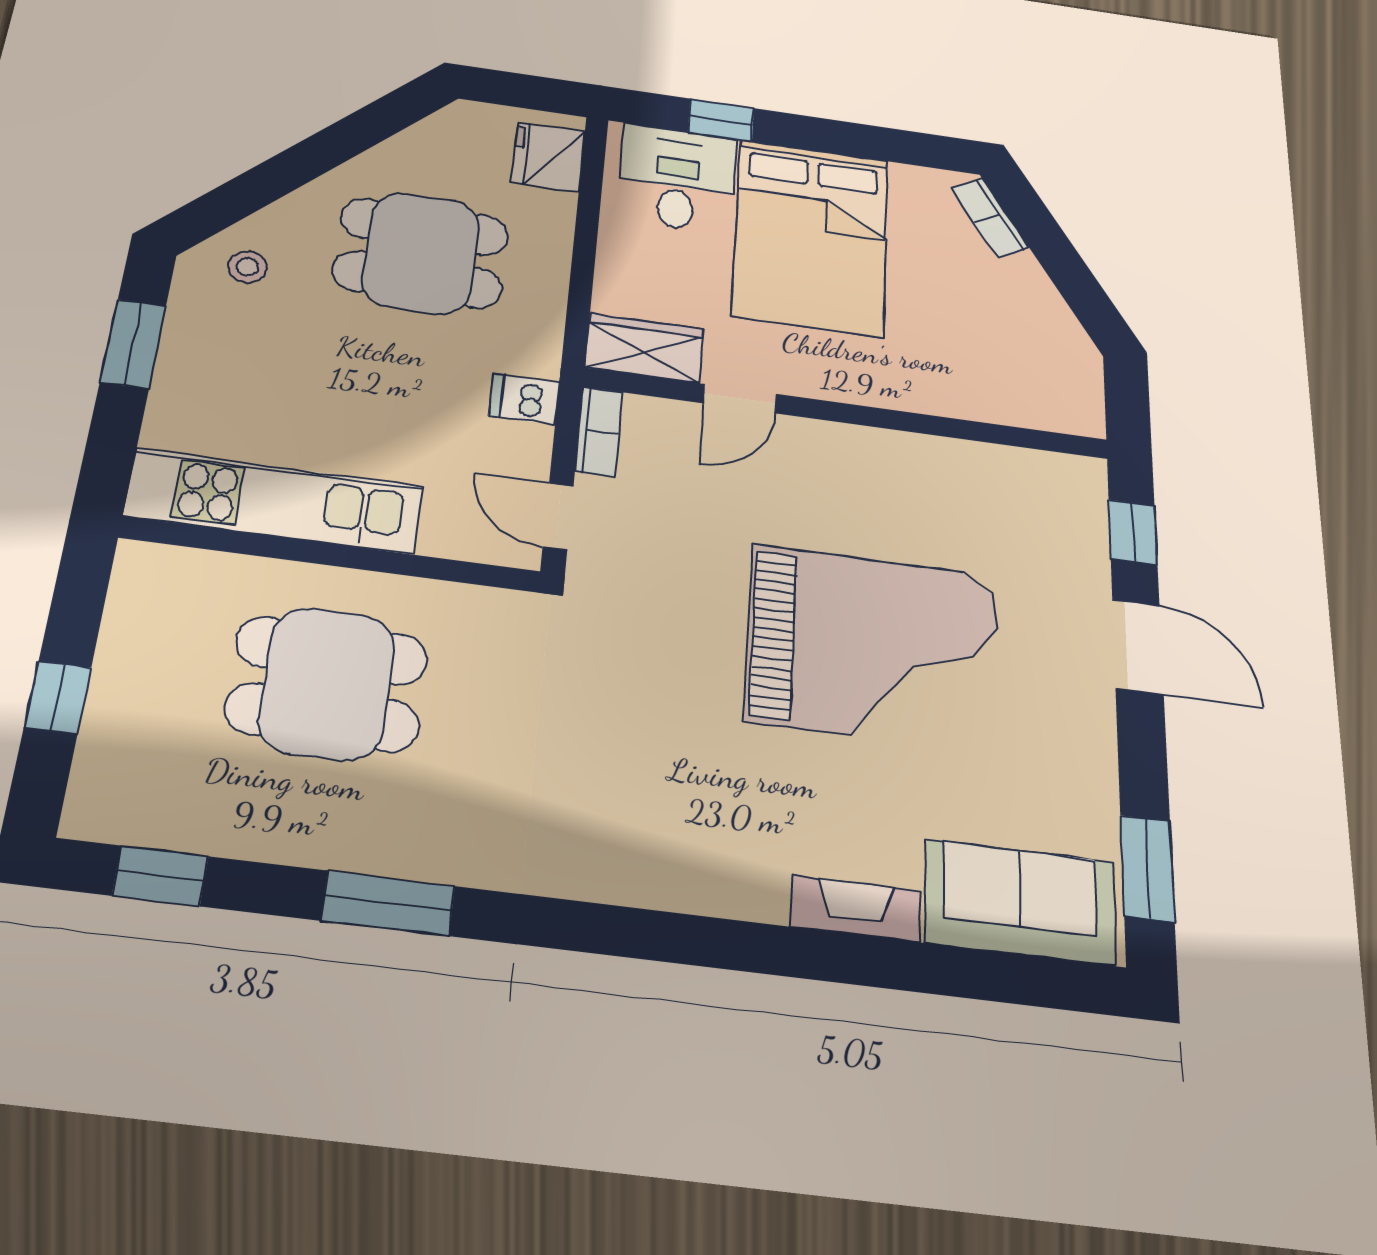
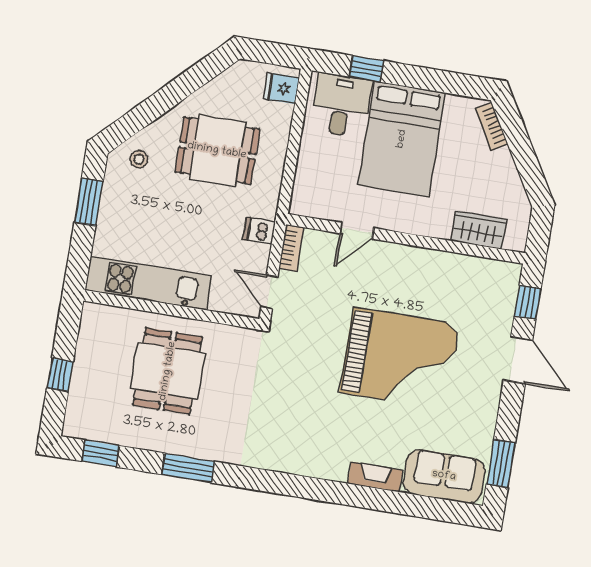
fridge: (548, 157) -> (281, 88), width x0.72
wardrobe: (644, 348) -> (479, 230), moved
dining table: (327, 684) -> (168, 371), turned 90

